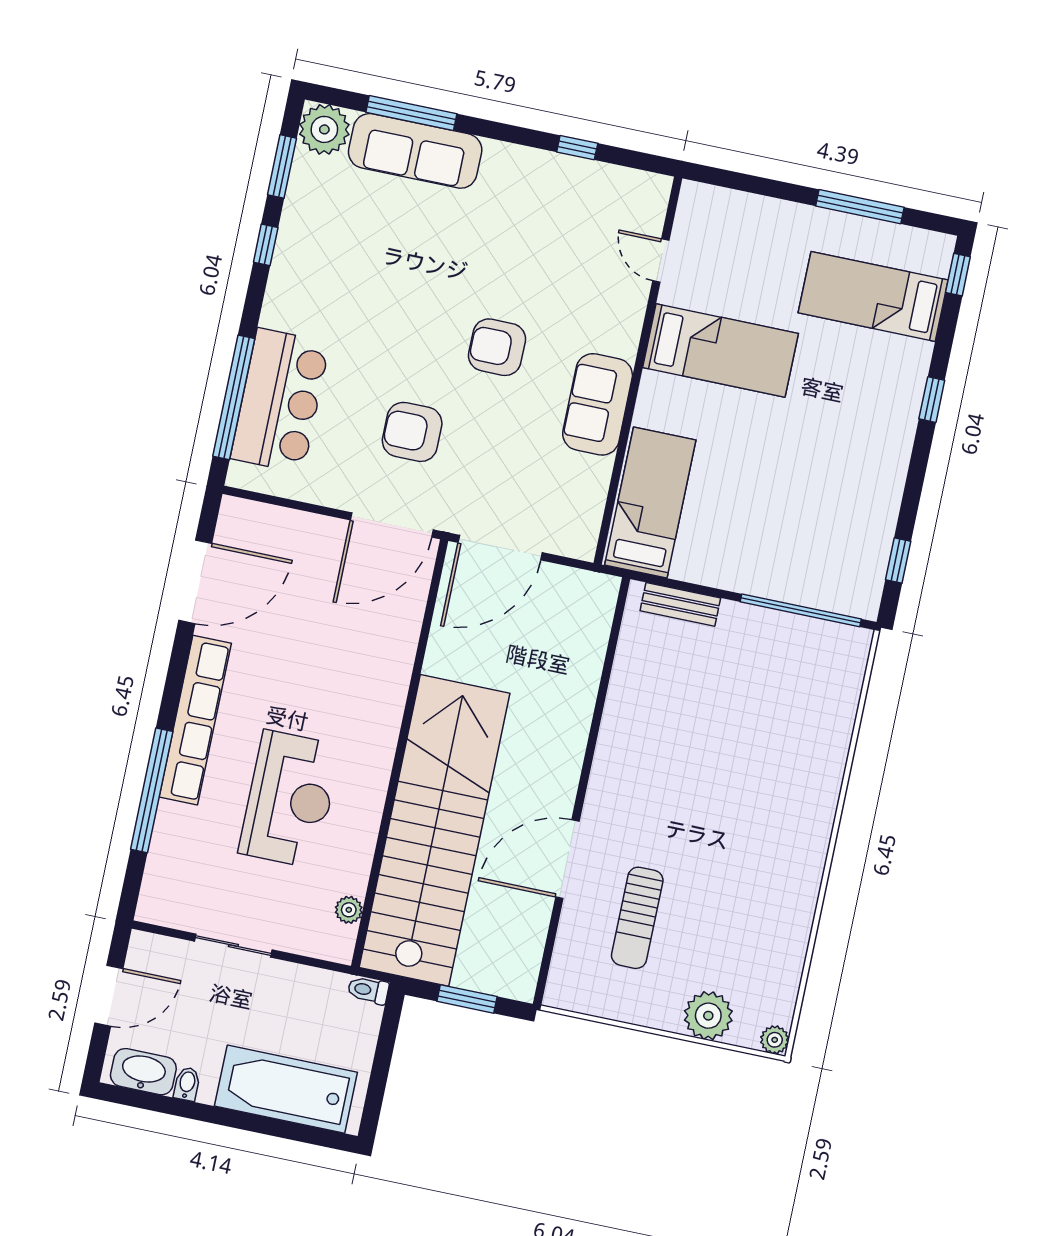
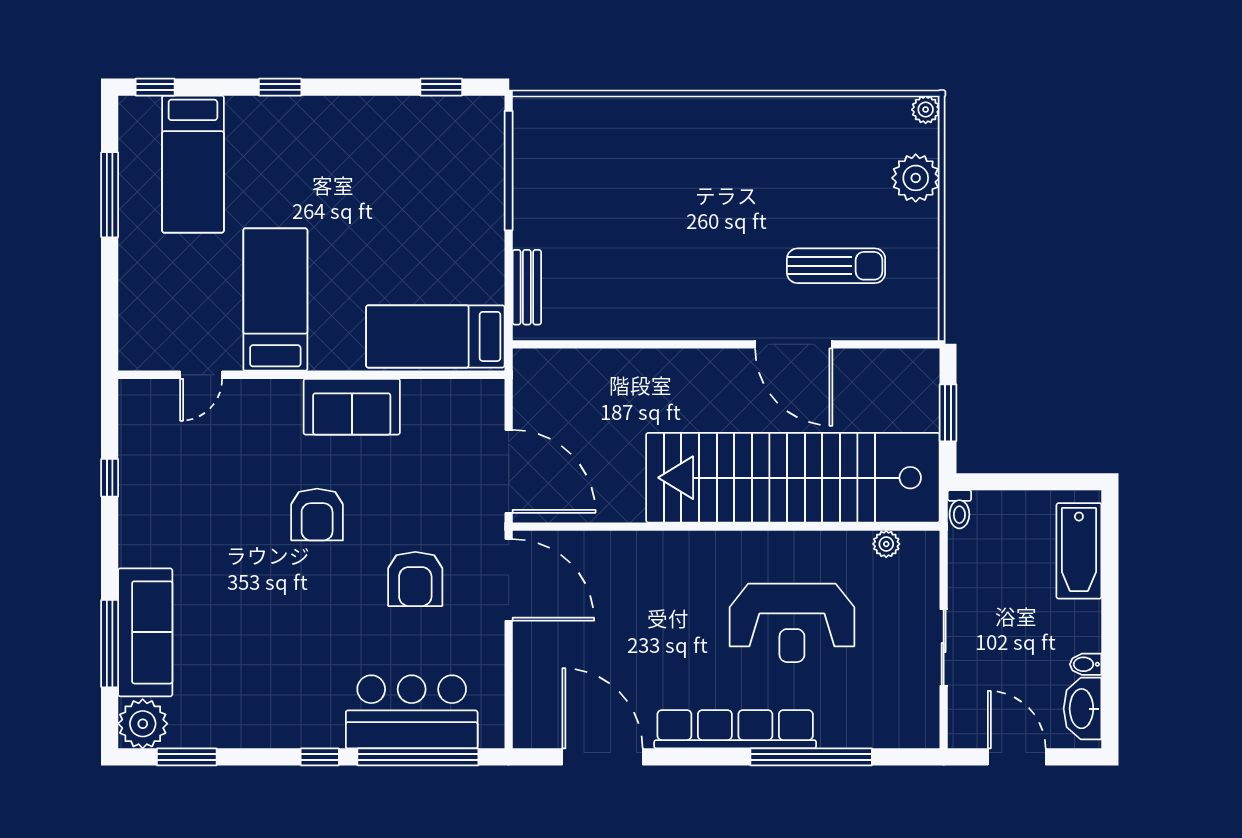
window: (266, 245) -> (320, 757), moved
reception desk: (290, 799) -> (792, 623), turned 180
bathtub: (286, 1089) -> (1079, 551), width x0.73, depth x0.73

